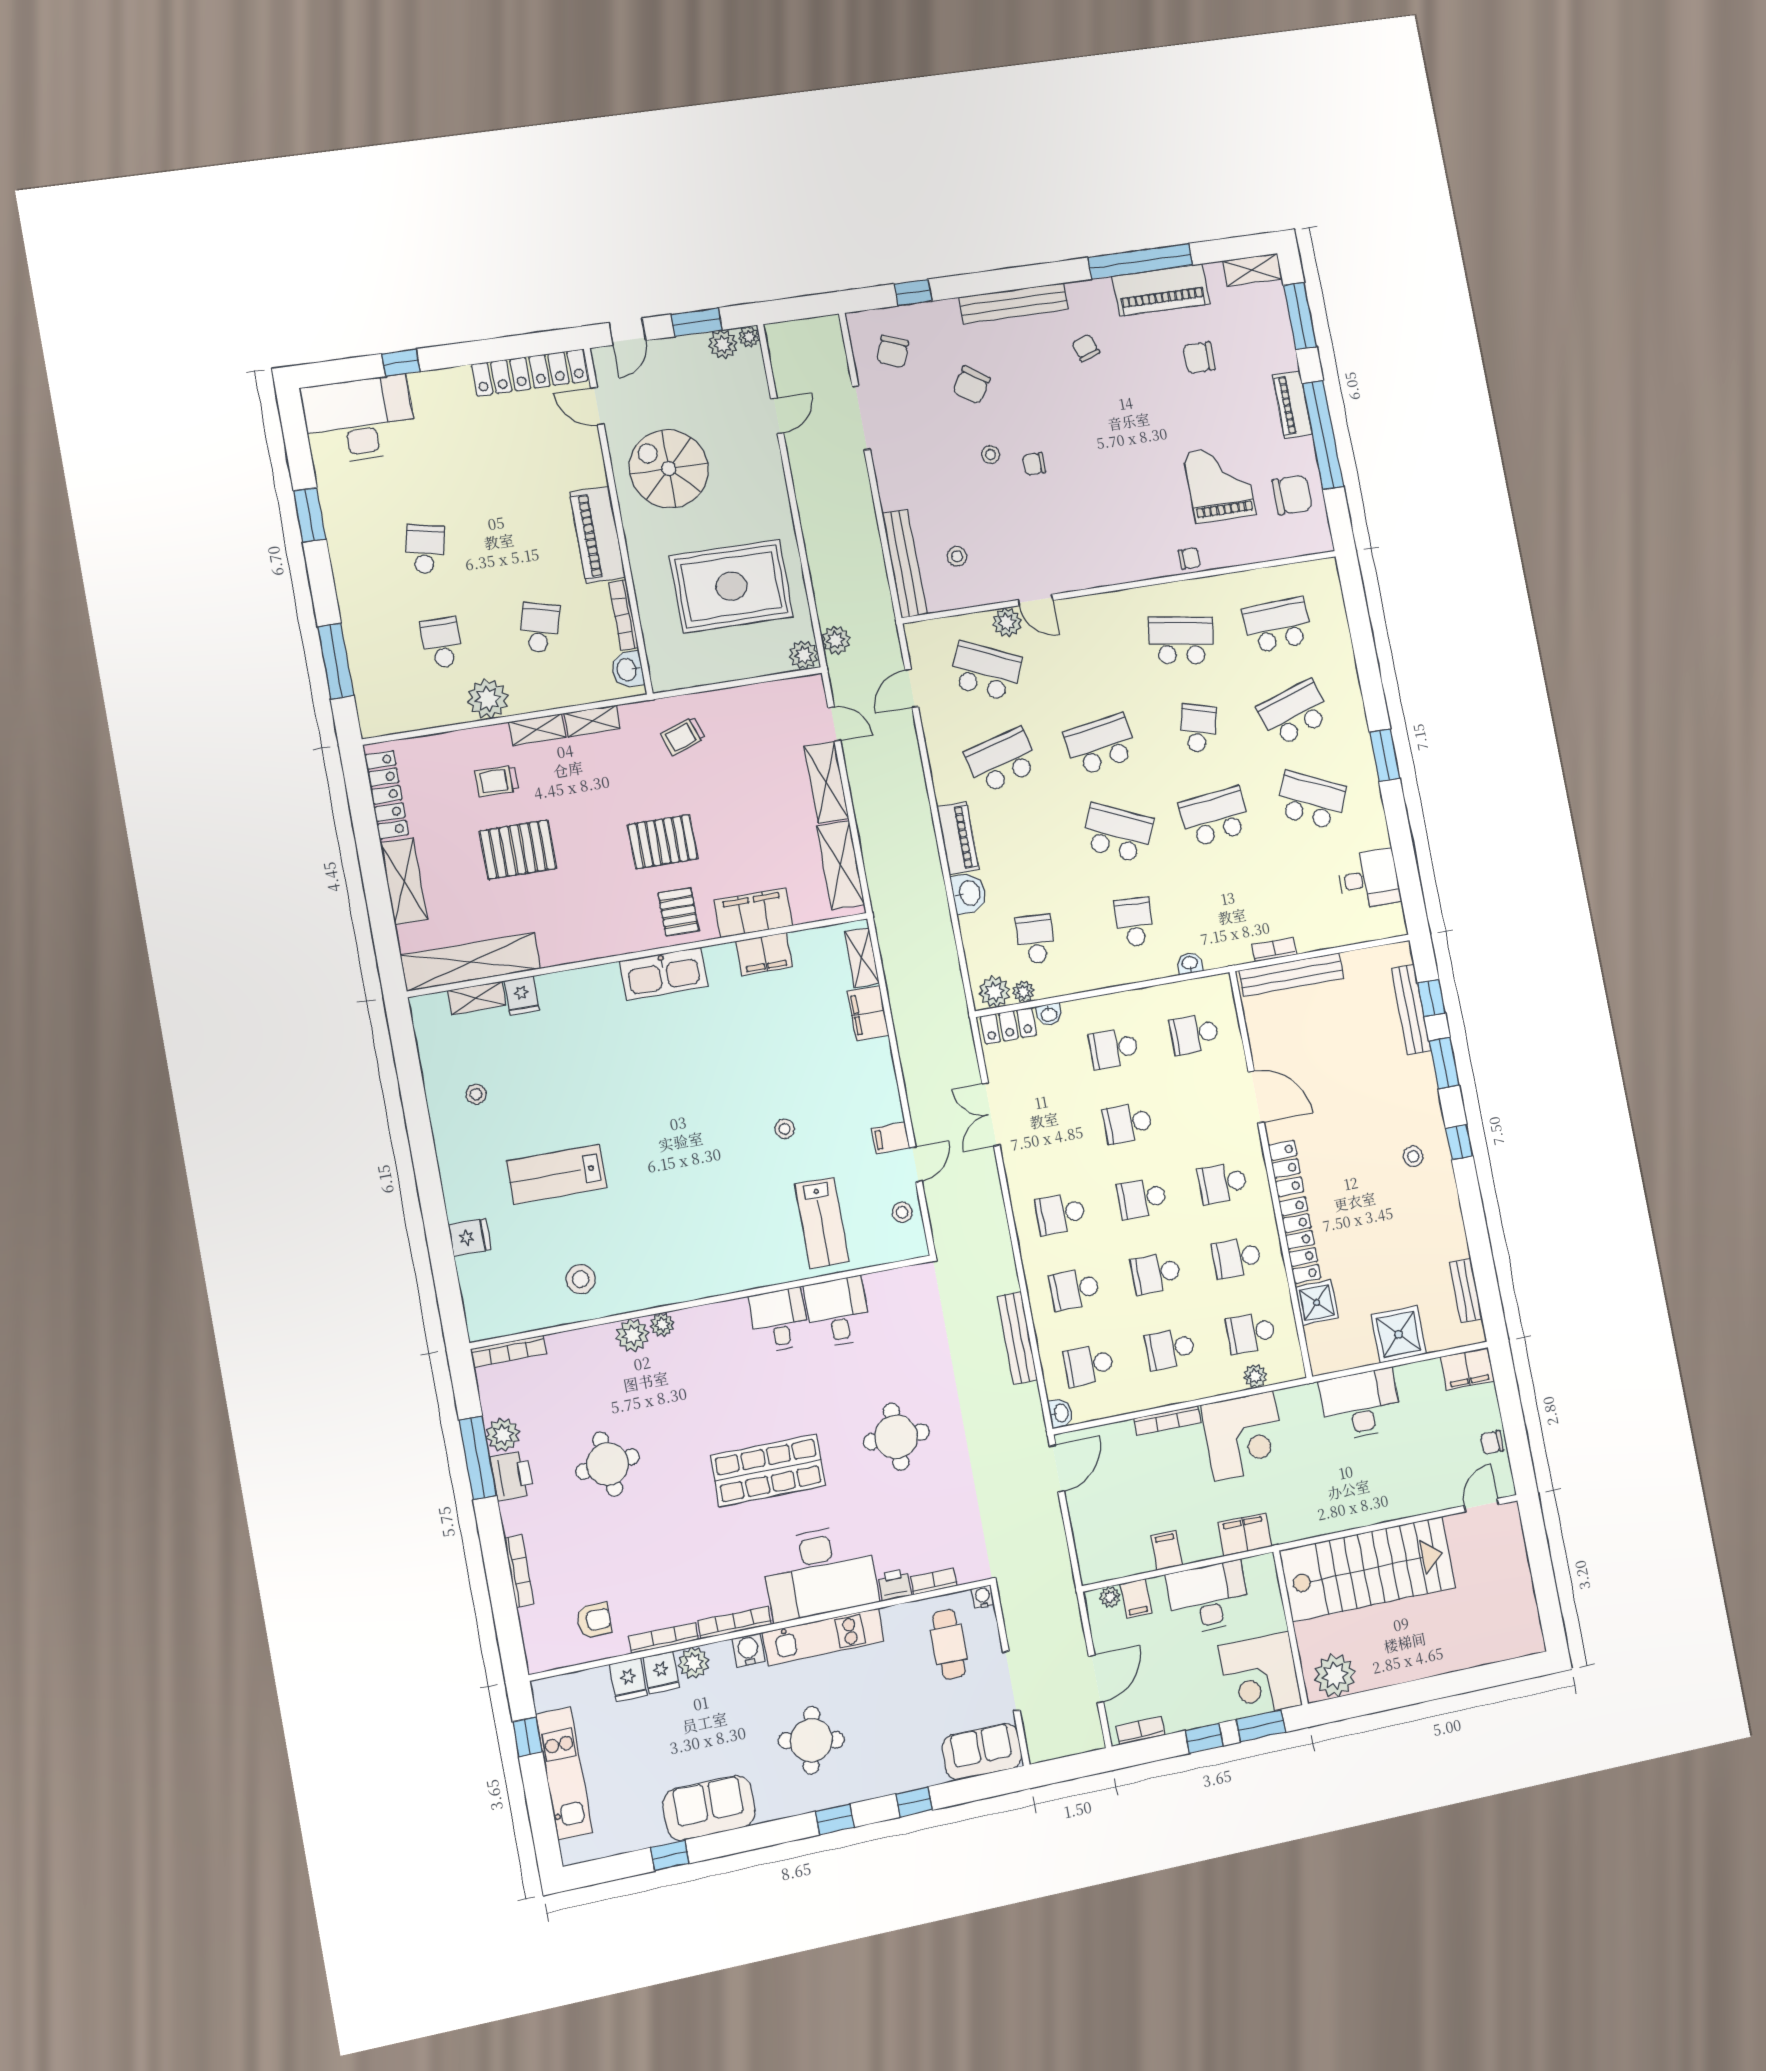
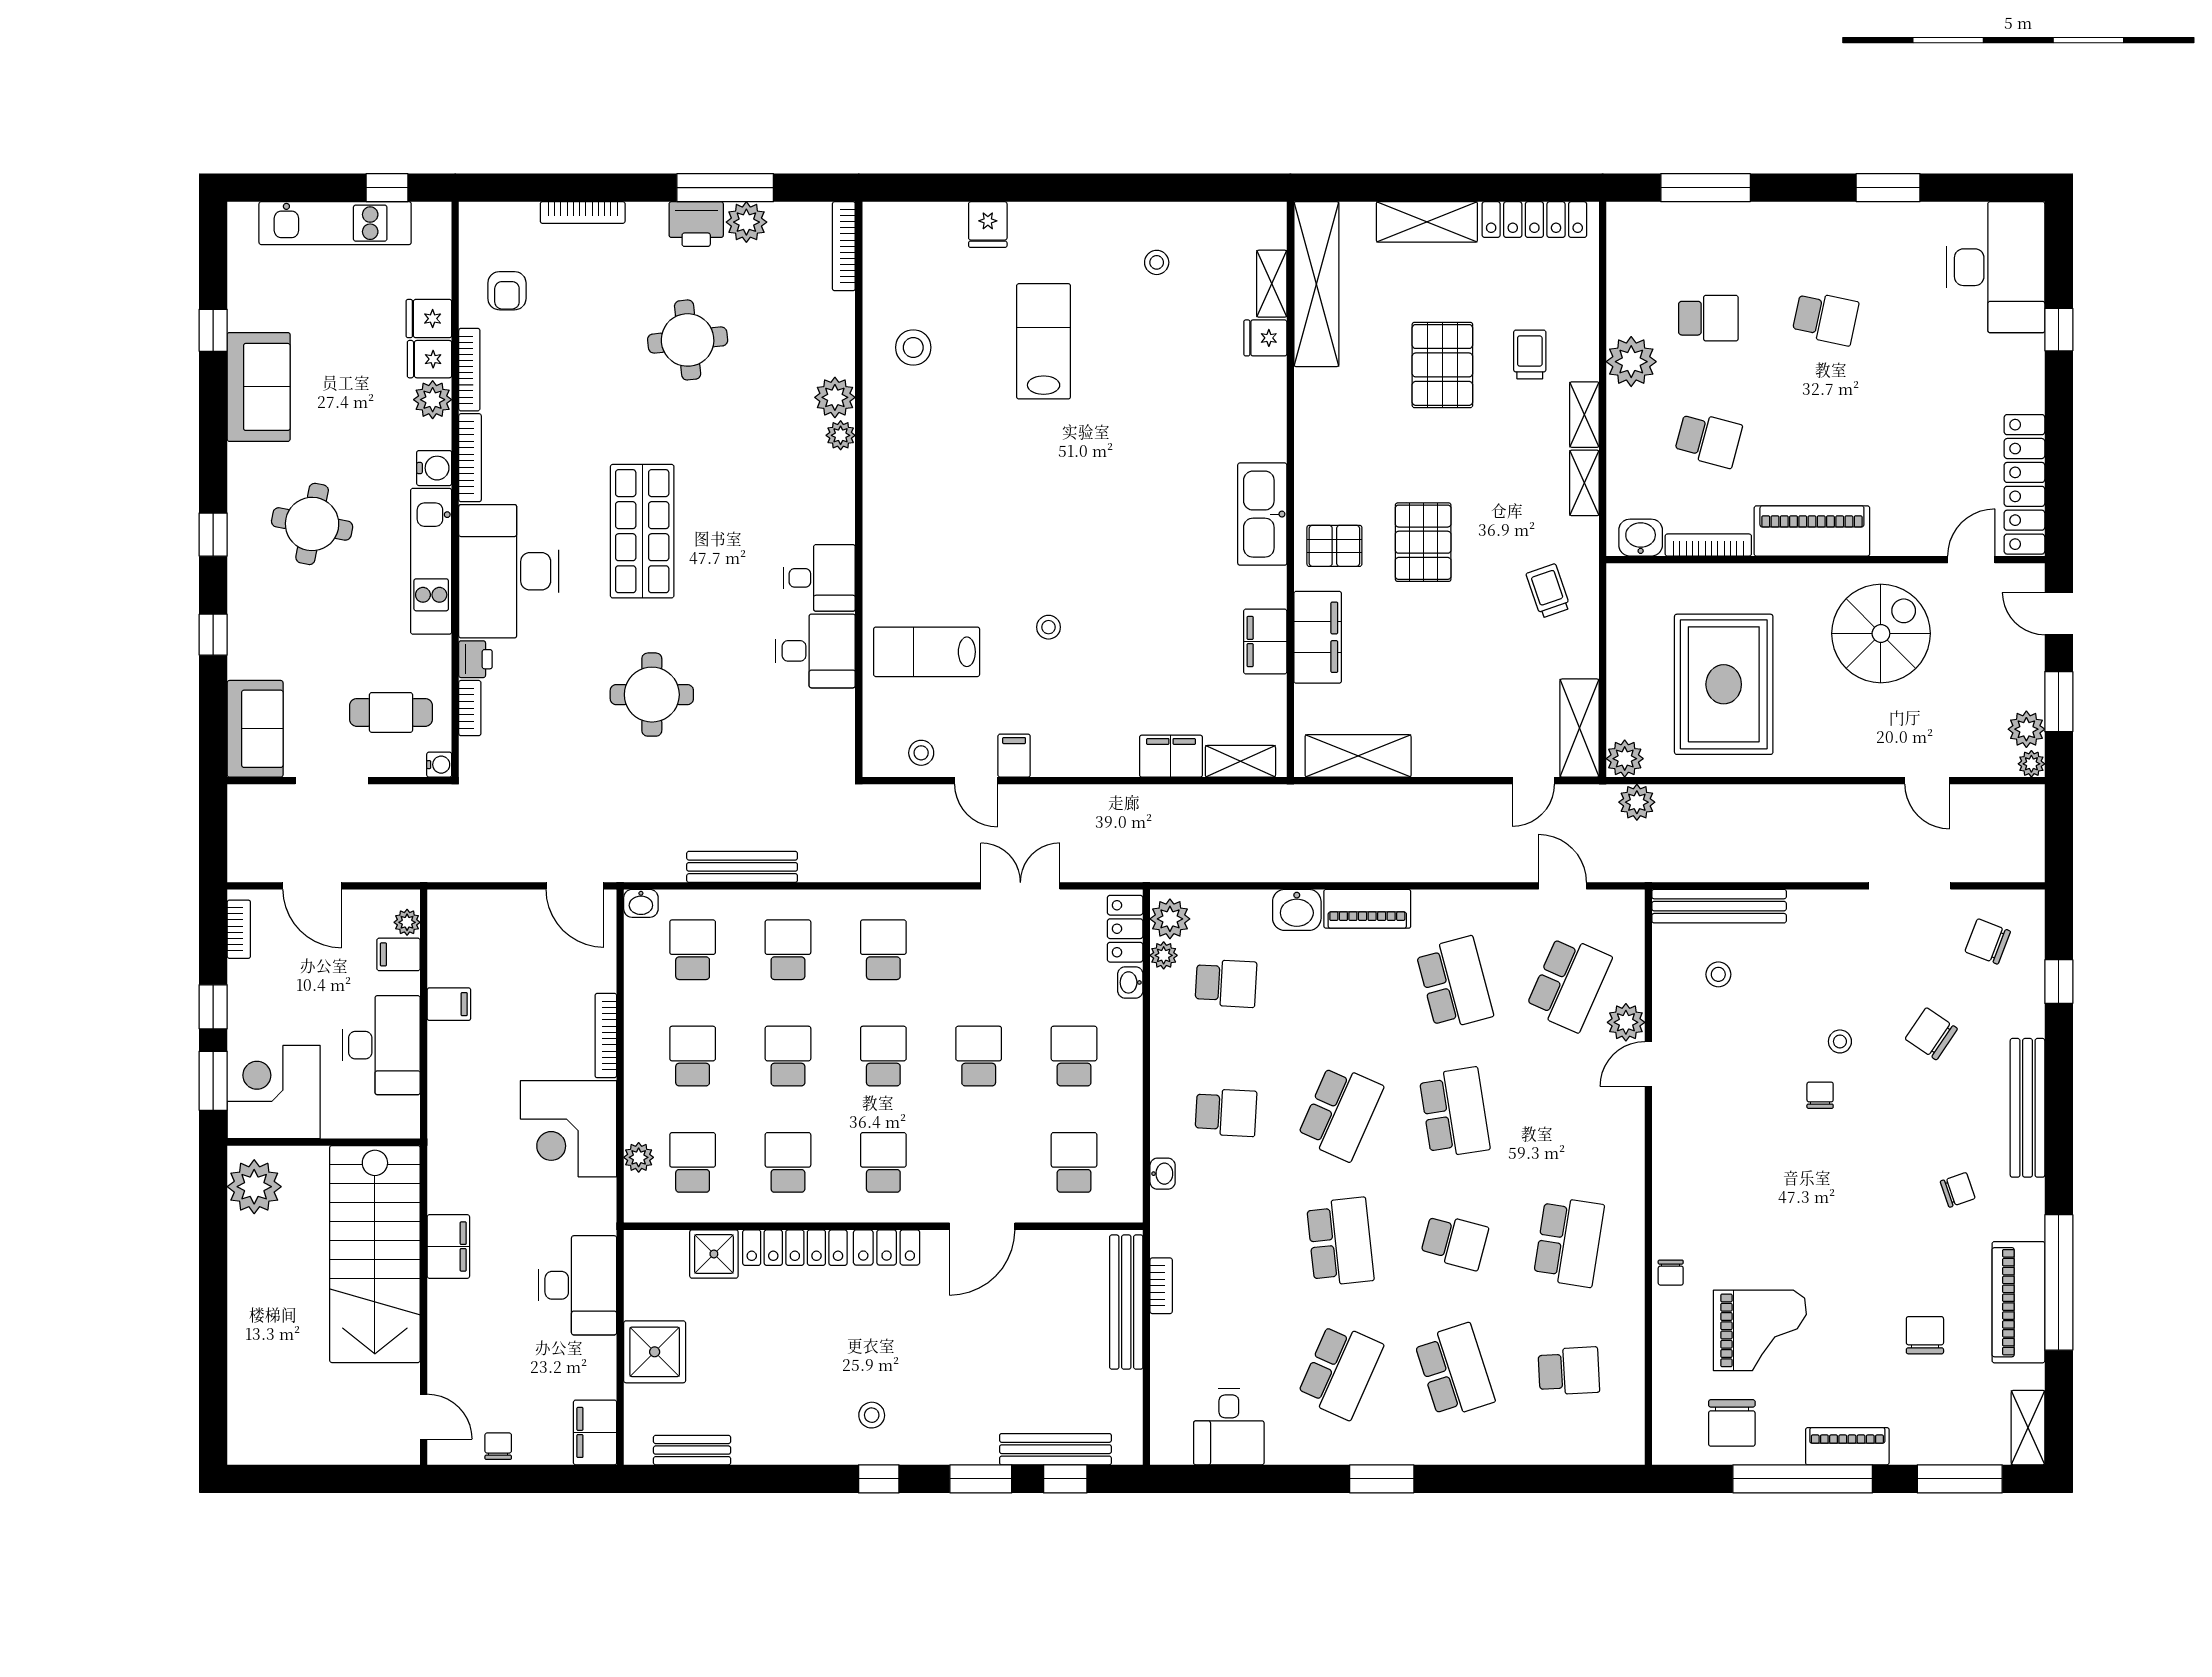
school desk: (1278, 625) -> (1569, 1371), width x0.54
shelving: (826, 782) -> (1580, 728), moved, turned 90
filing cabinet: (1245, 1534) -> (448, 1247), moved

